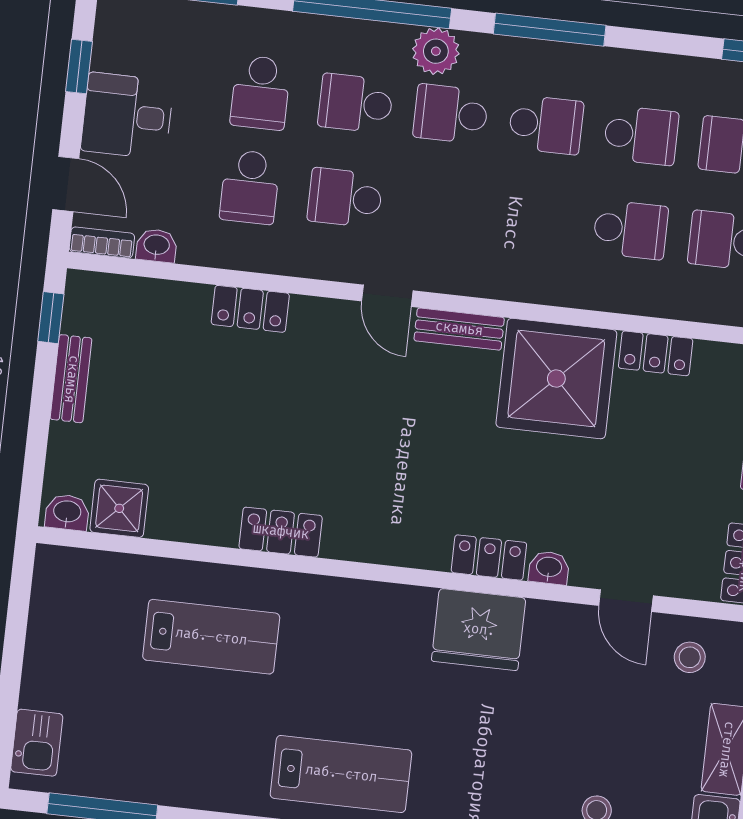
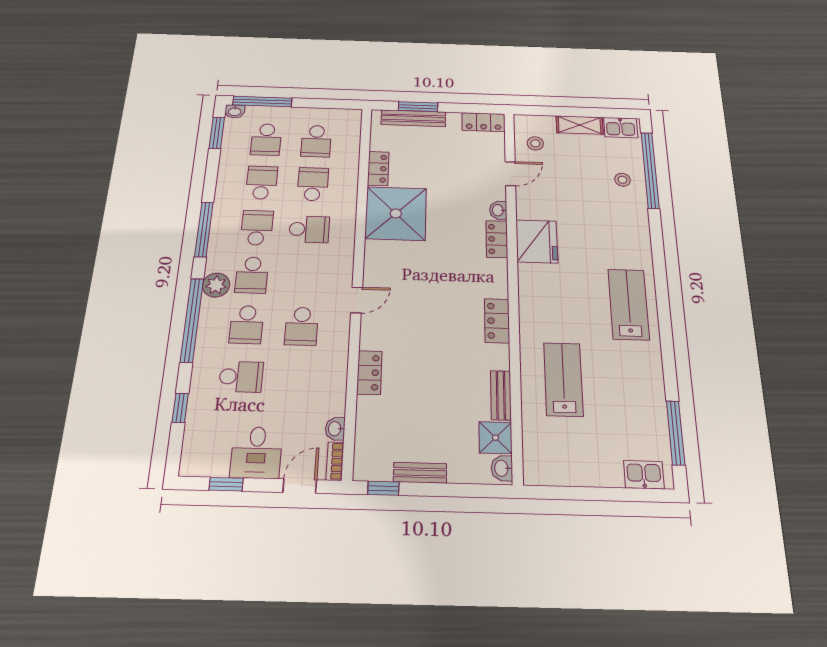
school desk: (250, 187) -> (309, 229), moved
bench: (459, 329) -> (501, 395), moved
locker: (281, 532) -> (497, 321), moved

